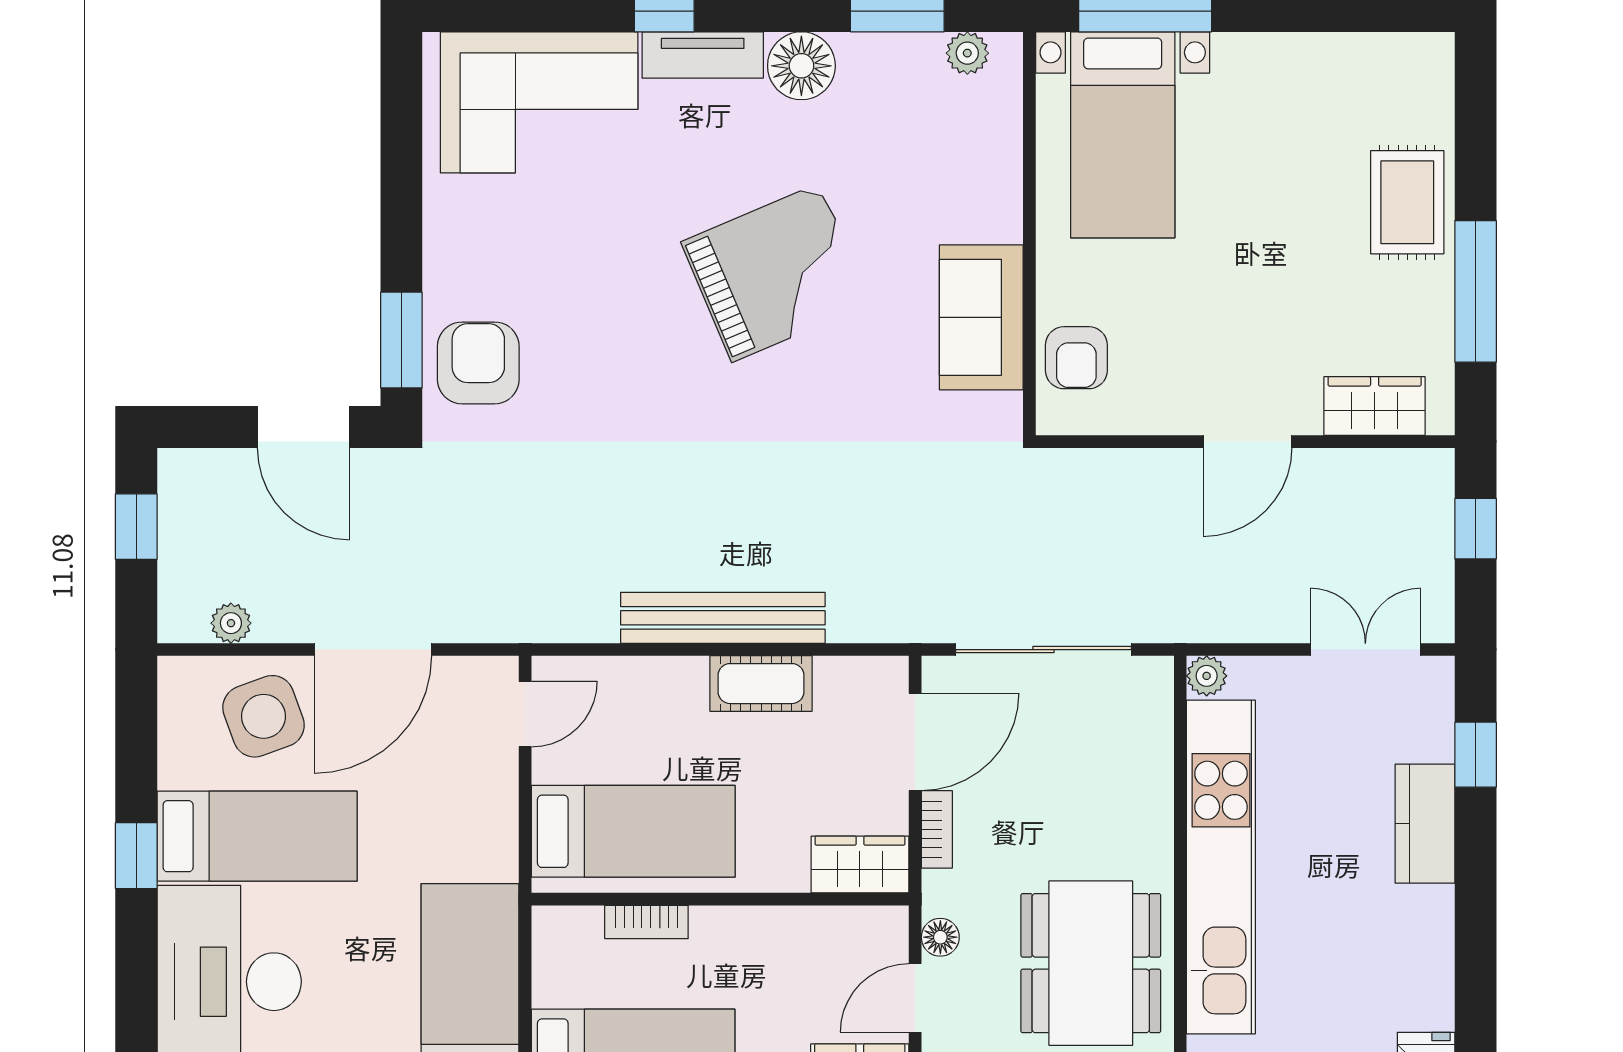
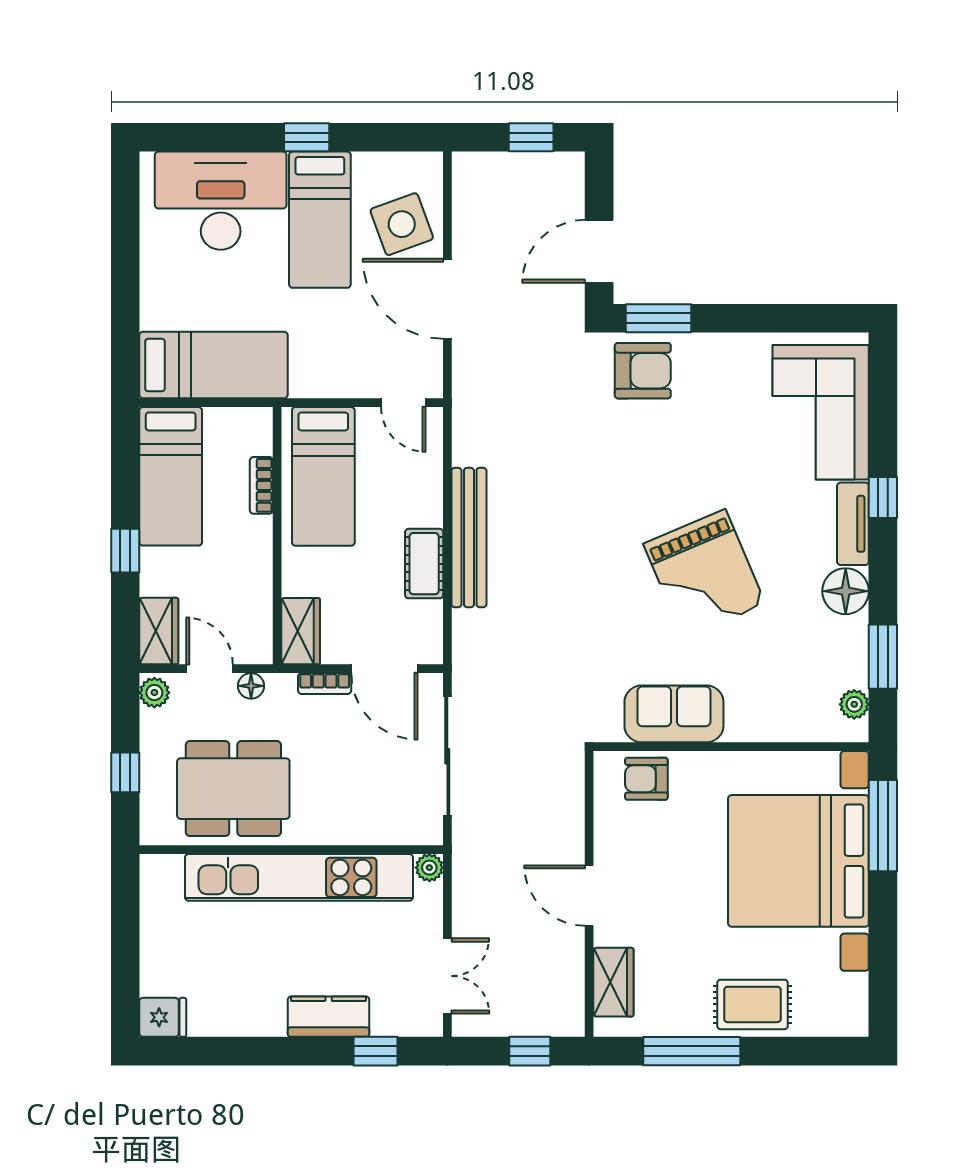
bed with nightstands: (1123, 135) -> (798, 861), width x1.85
plant: (231, 623) -> (465, 202), removed

